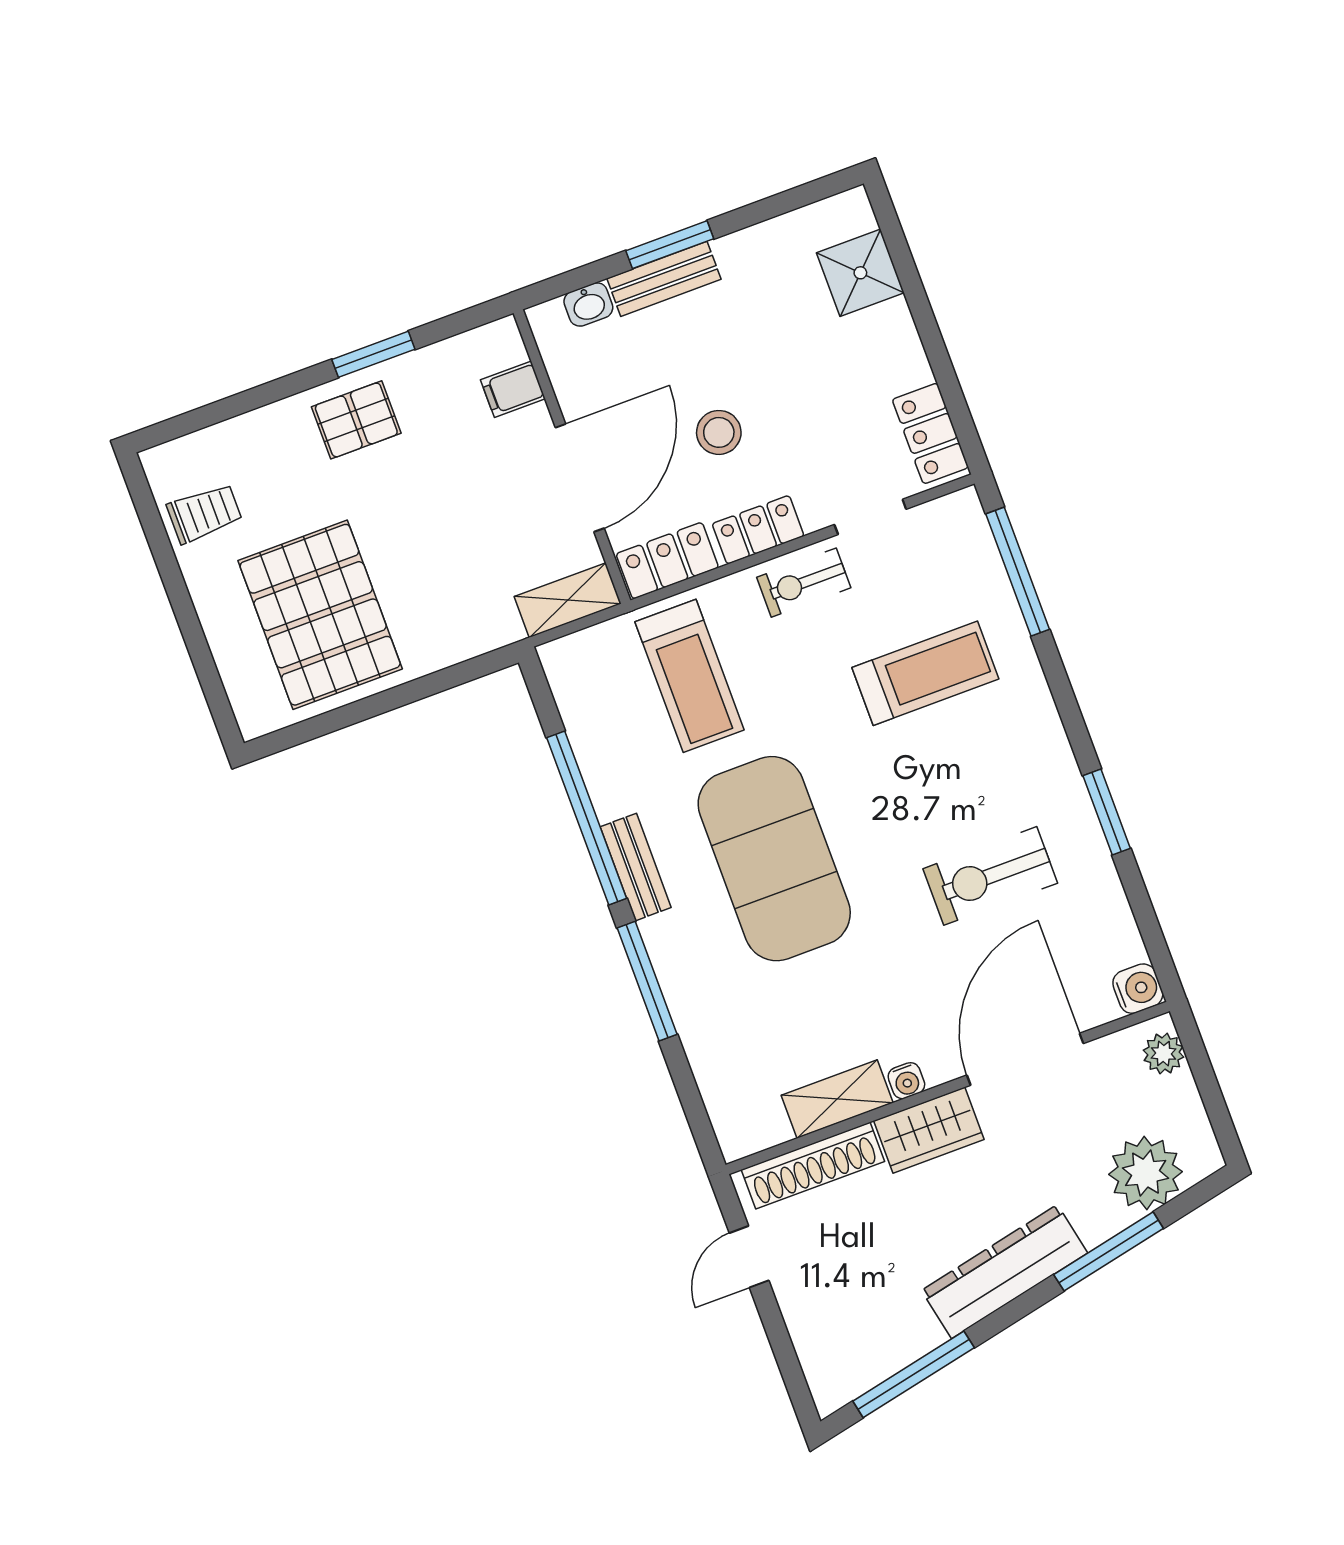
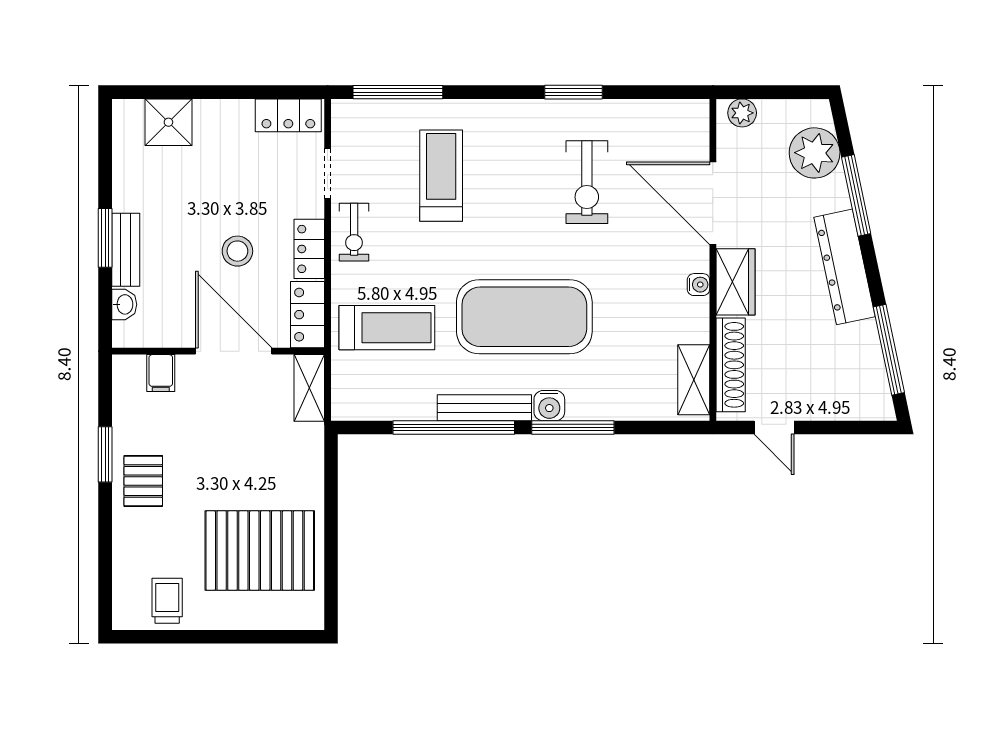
bench: (636, 867) -> (484, 408), width x1.36
water cooler: (1138, 989) -> (549, 406), moved, turned 180
shelving: (837, 1099) -> (694, 380), moved

